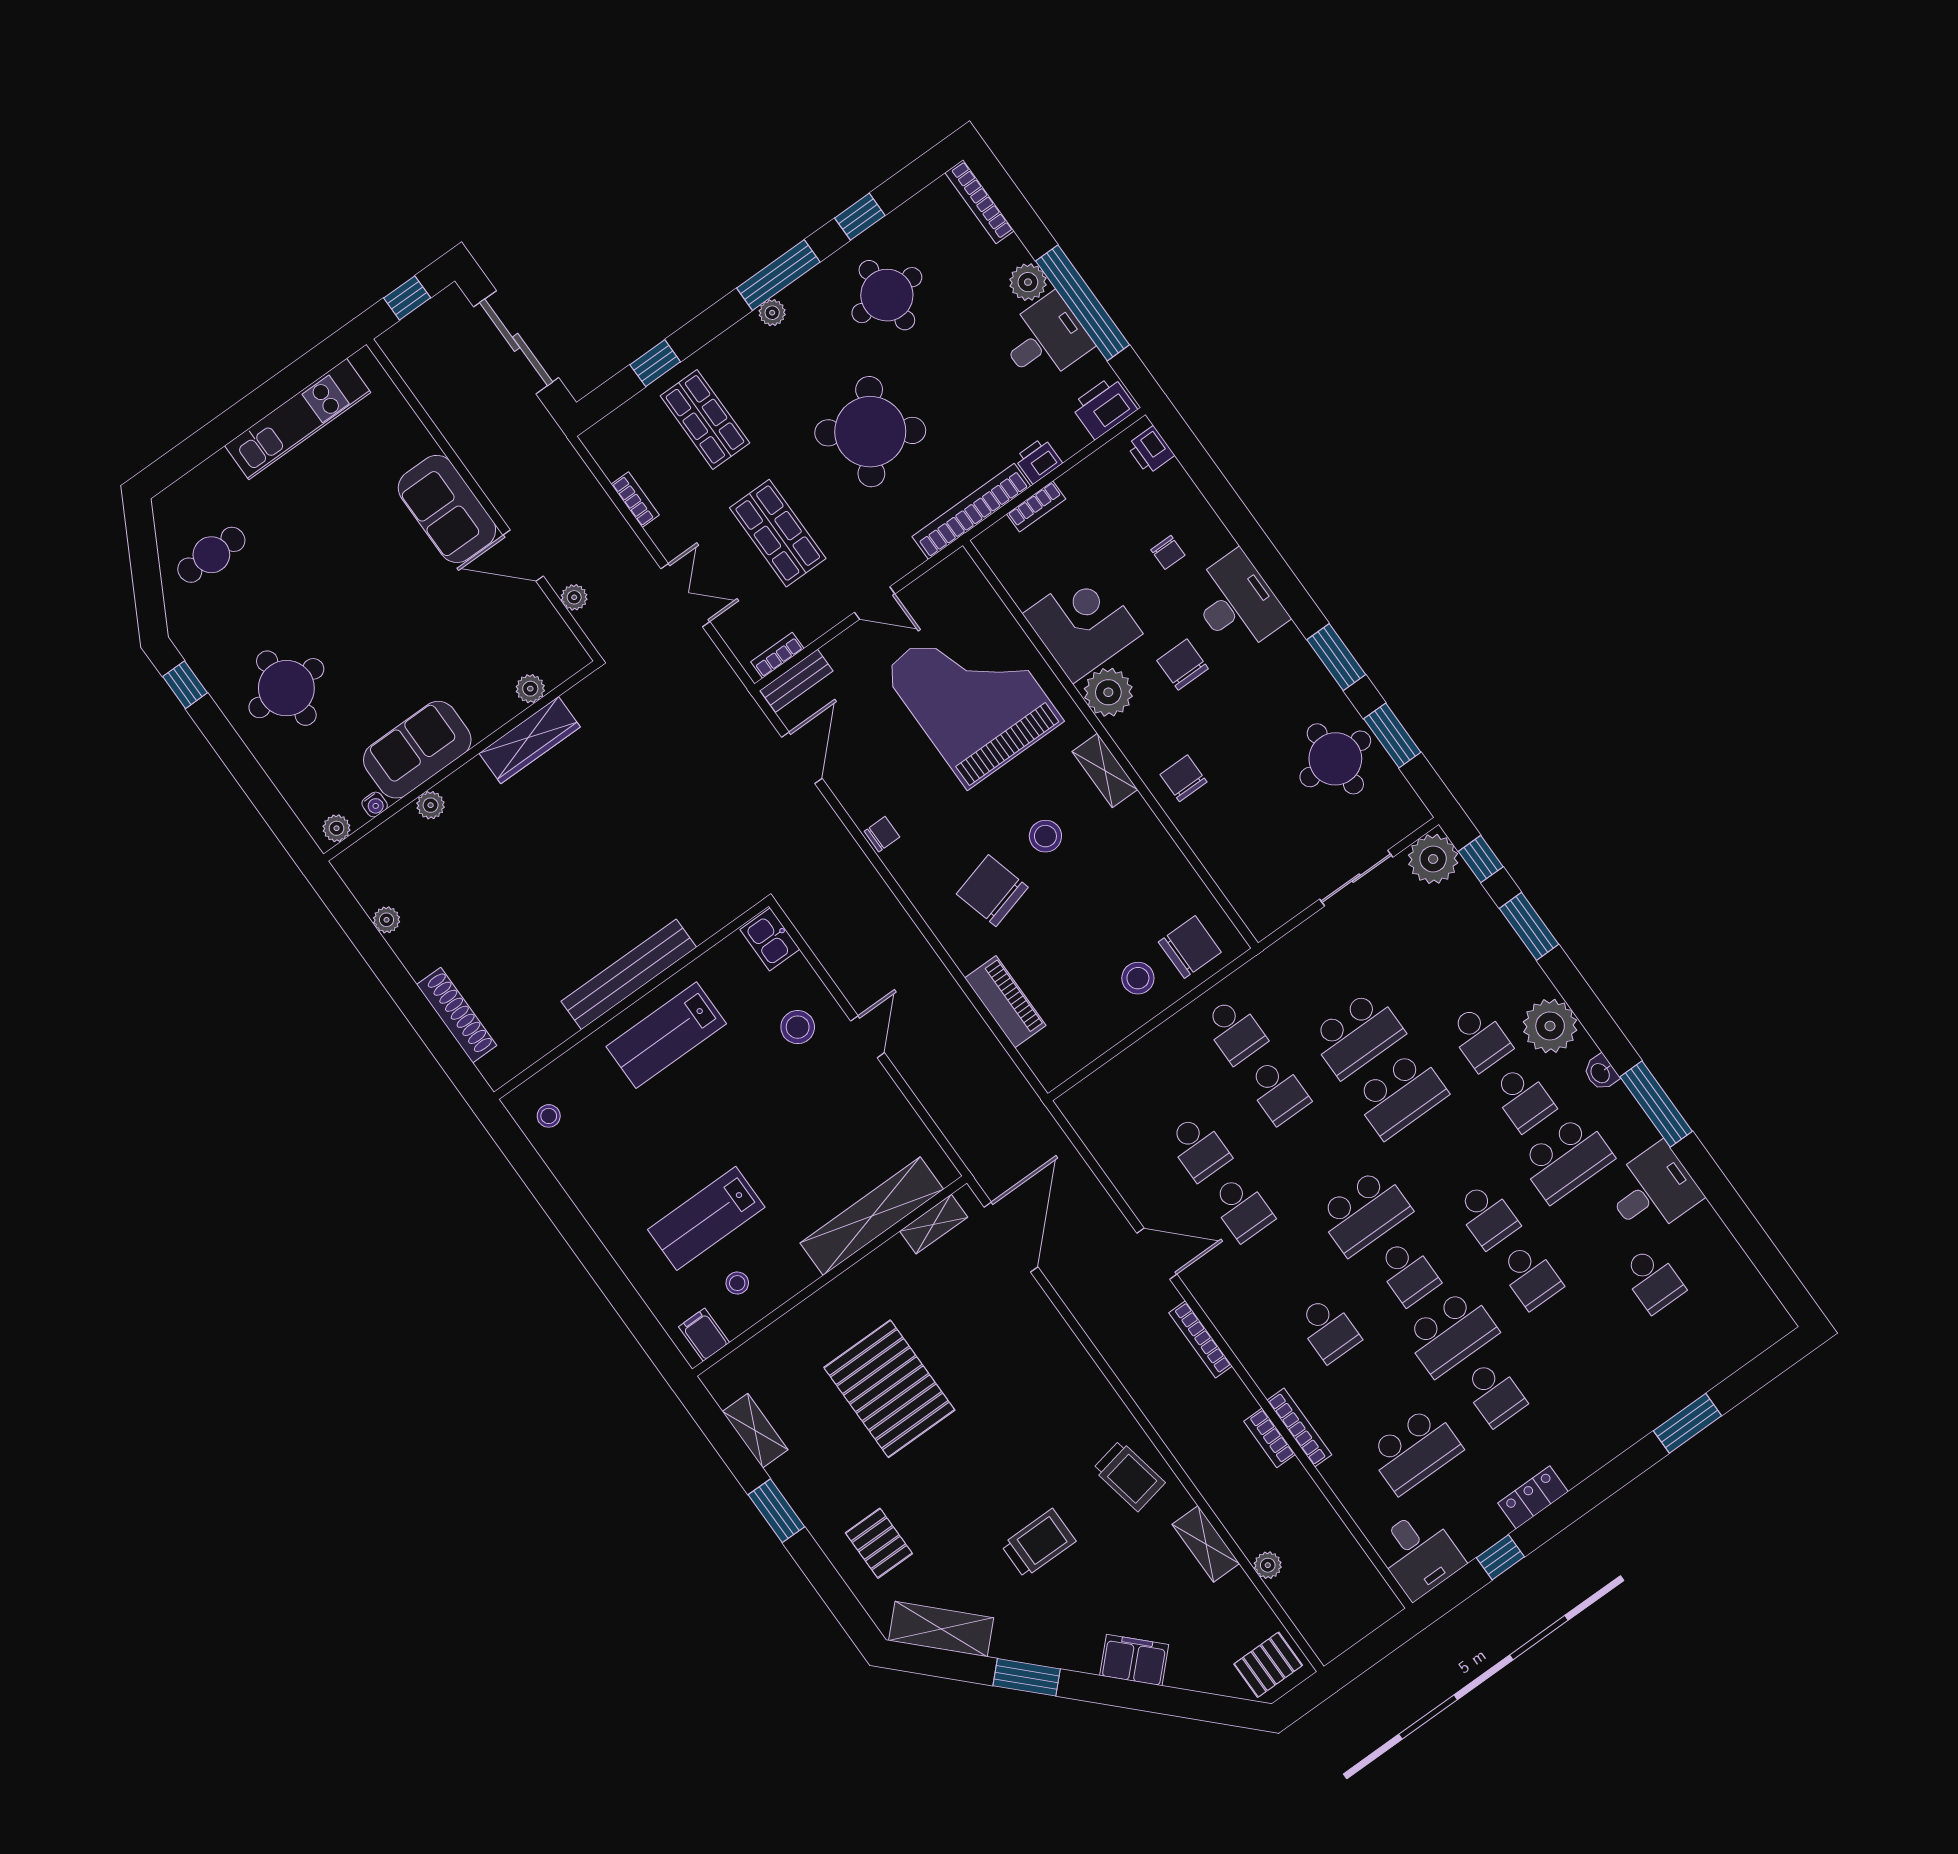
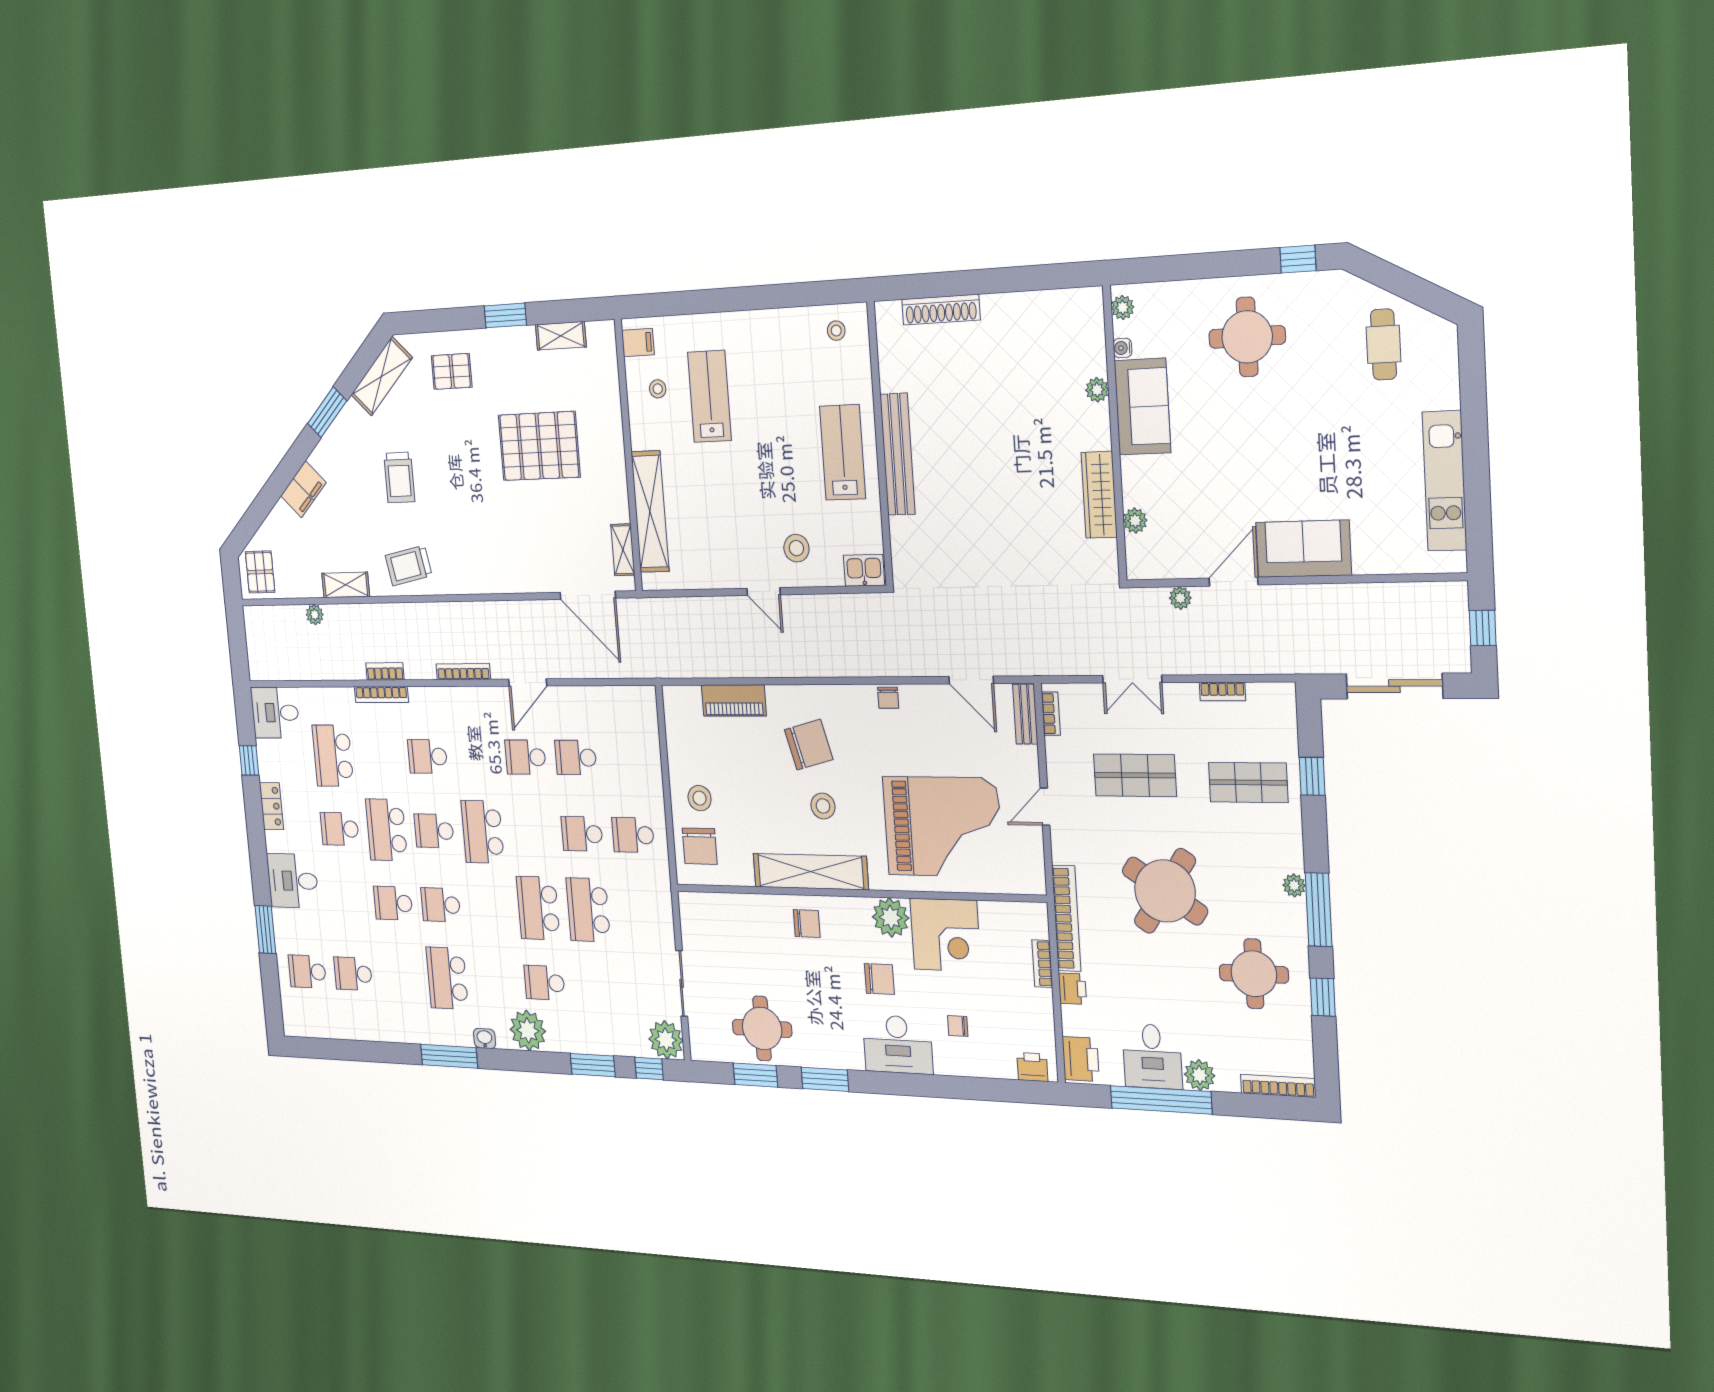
shelving: (1105, 770) -> (811, 872), width x2.20, depth x1.33
plant: (387, 920) -> (1036, 302), removed
school desk: (1523, 1098) -> (307, 972), moved
desk: (1653, 1190) -> (293, 881), moved, turned 90

